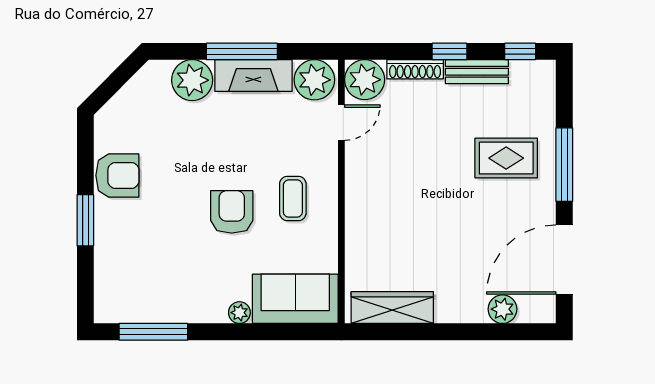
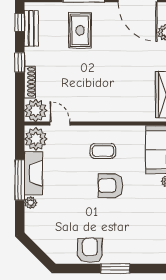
bench: (477, 72) -> (31, 28), moved
plant: (192, 80) -> (31, 203), width x0.53, depth x0.53

